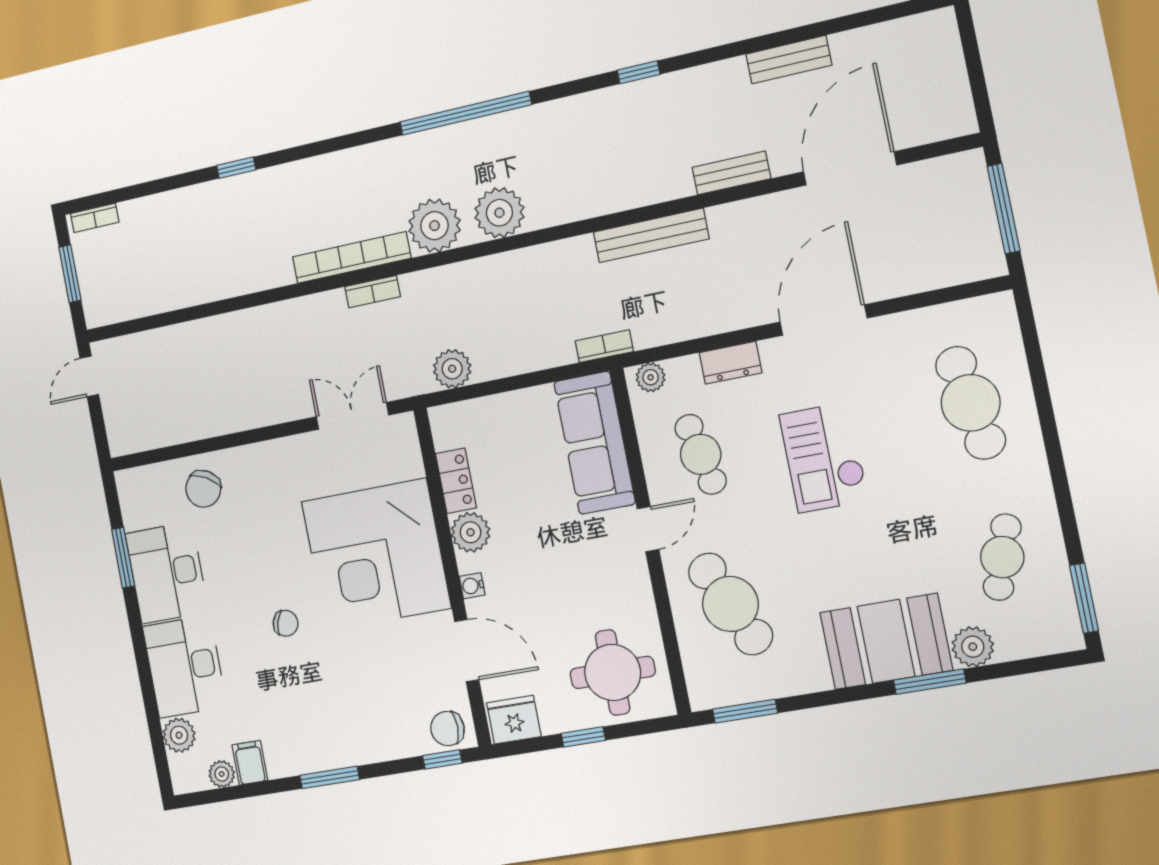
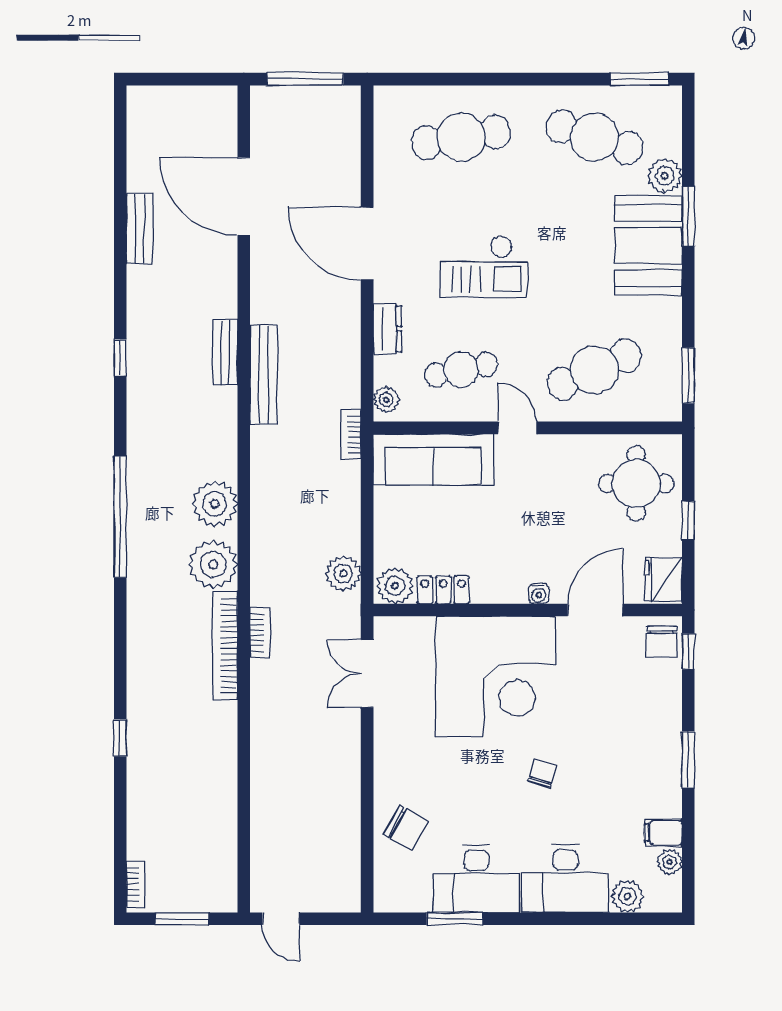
bench: (731, 173) -> (225, 353), moved
plant: (470, 532) -> (395, 586), moved
cafe table: (1002, 557) -> (594, 137), width x1.37, depth x1.35

